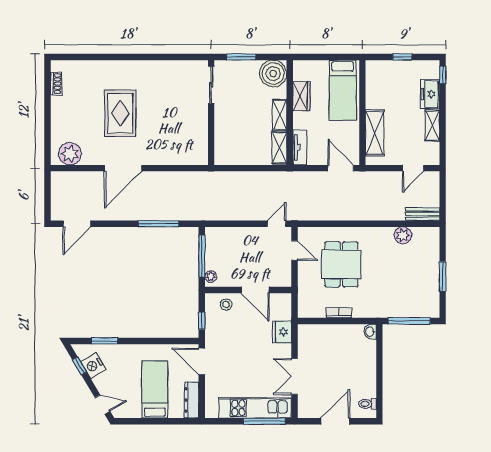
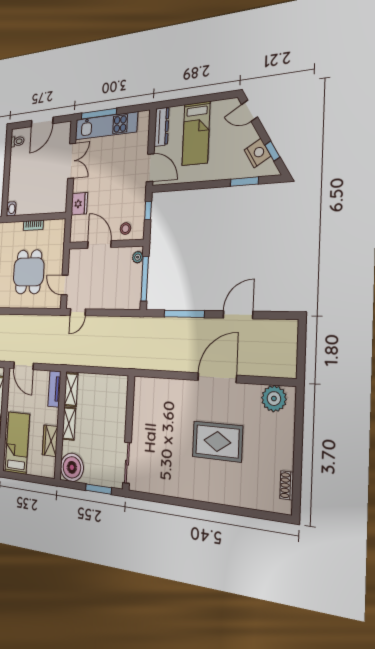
rug: (120, 113) -> (217, 441), turned 90
door: (77, 224) -> (238, 315), moved

